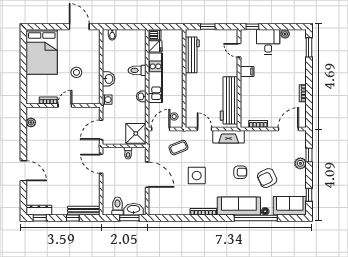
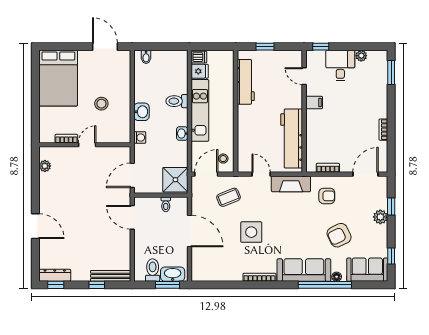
armchair: (240, 172) -> (327, 196), moved

